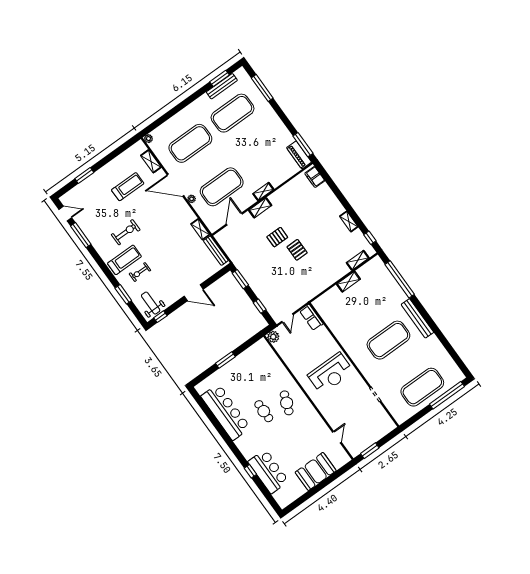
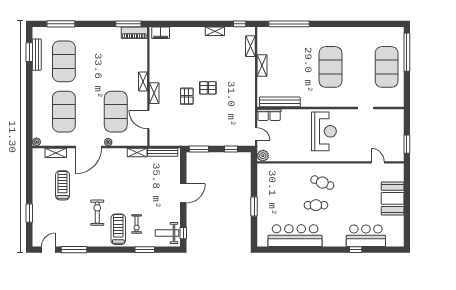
bench: (417, 318) -> (280, 102), moved

